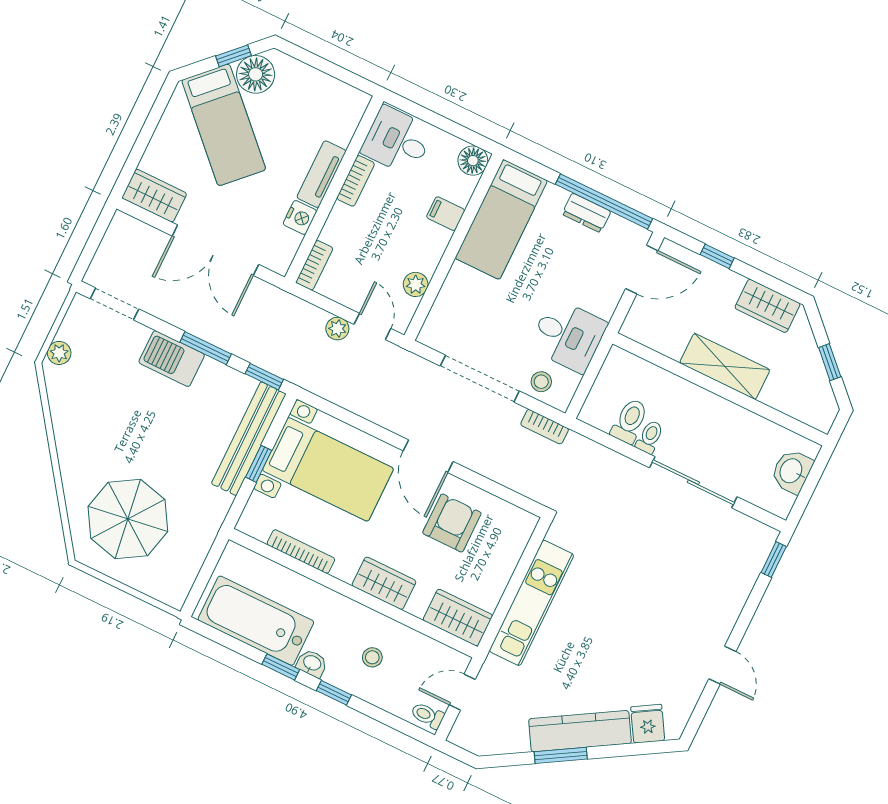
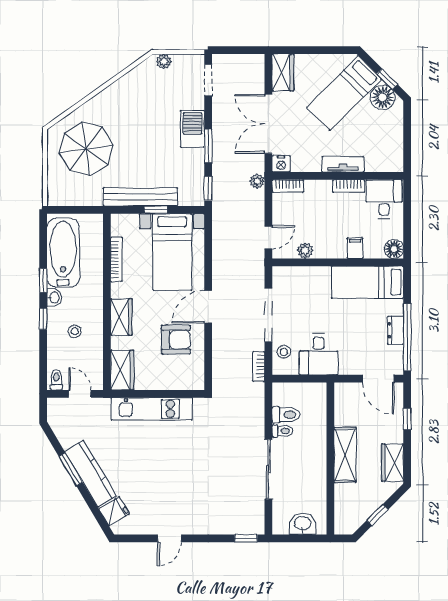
nightstand: (300, 217) -> (281, 164), moved
plant: (337, 329) -> (257, 181), moved
bench: (249, 439) -> (140, 197), moved

